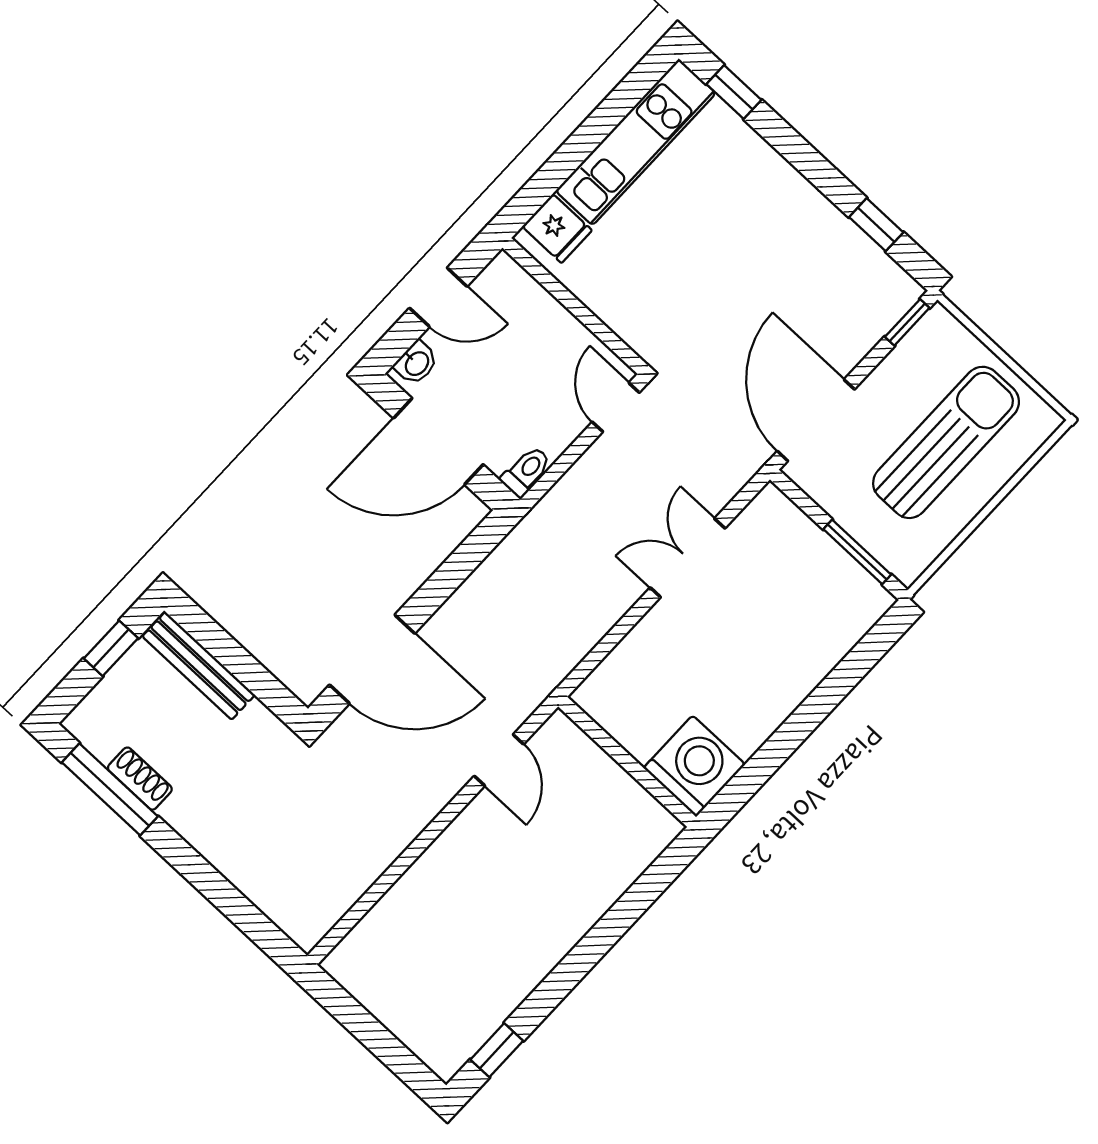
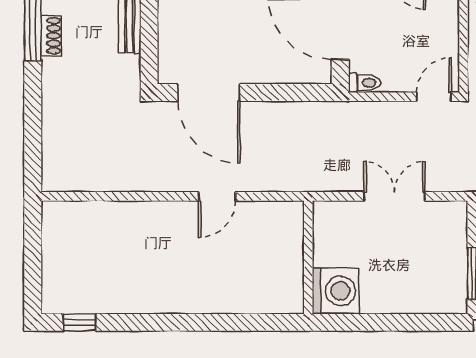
wall: (627, 762) -> (308, 257), moved
washing machine: (694, 766) -> (336, 291), moved

